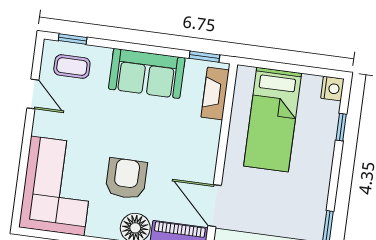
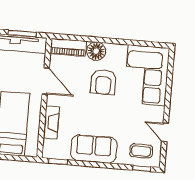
fireplace: (215, 94) -> (51, 122), moved
door: (215, 206) -> (46, 81), moved

